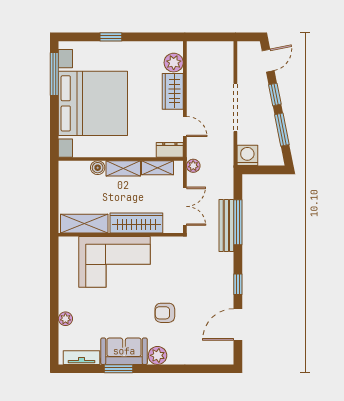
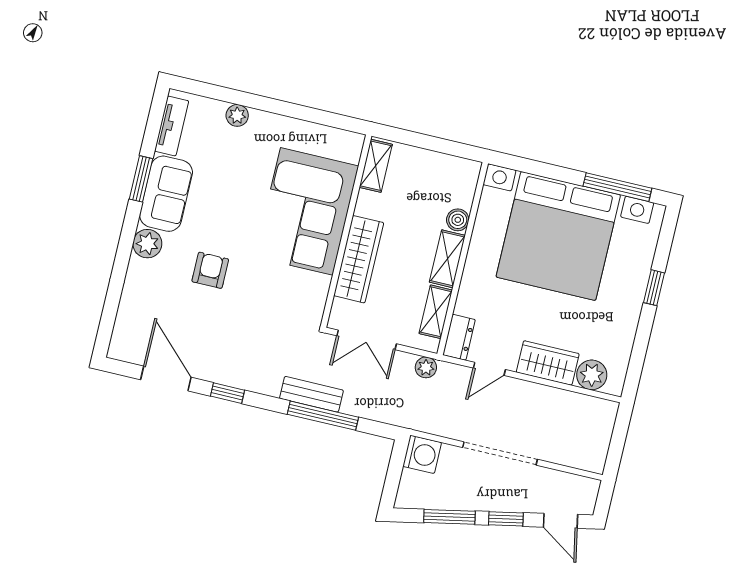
shelving: (84, 224) -> (376, 166), width x0.67, depth x0.75
bench: (226, 225) -> (311, 394), width x0.73

